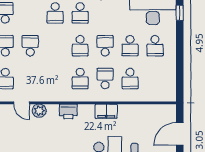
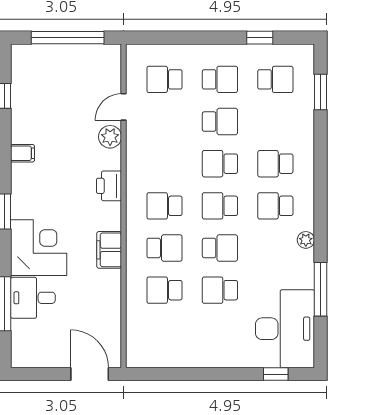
school desk: (155, 46) -> (220, 164), moved
door: (180, 134) -> (90, 374), moved

